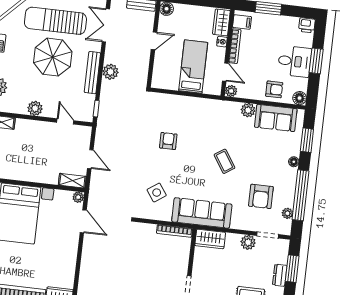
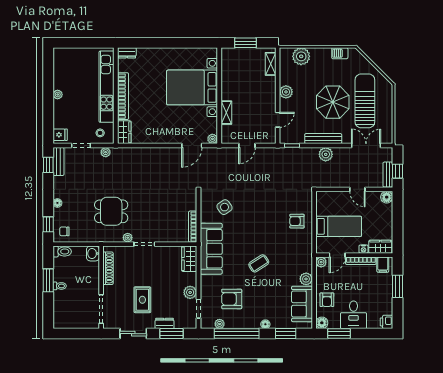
window: (316, 61) -> (339, 334), moved
armchair: (168, 141) -> (297, 221), moved, turned 180
shelving: (72, 181) -> (226, 113), moved

